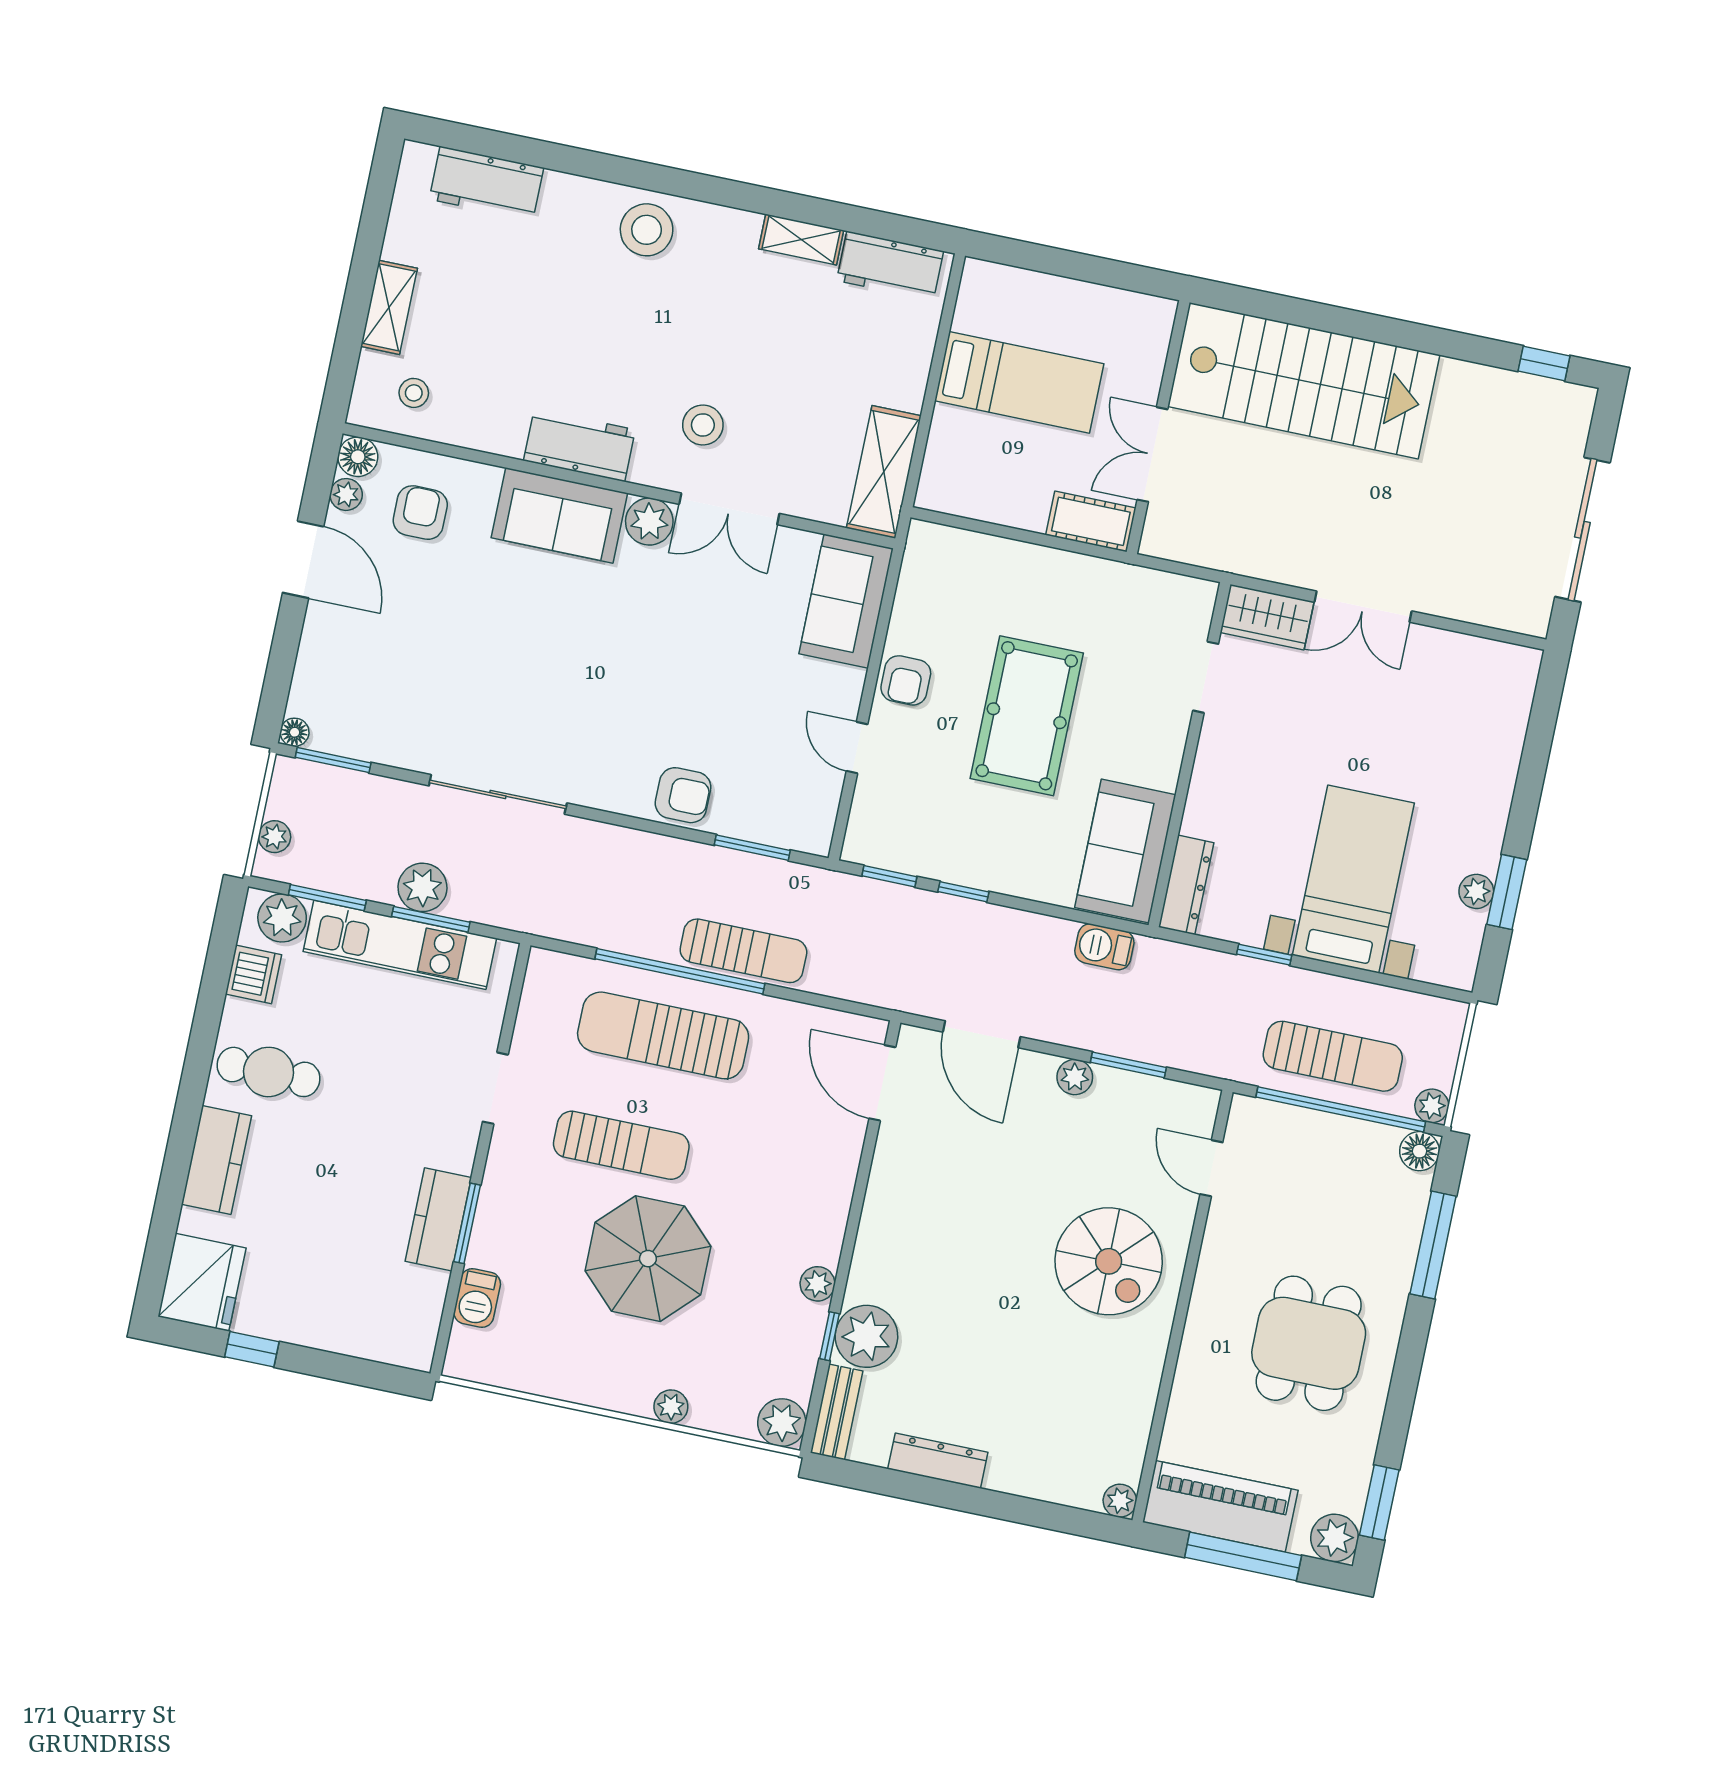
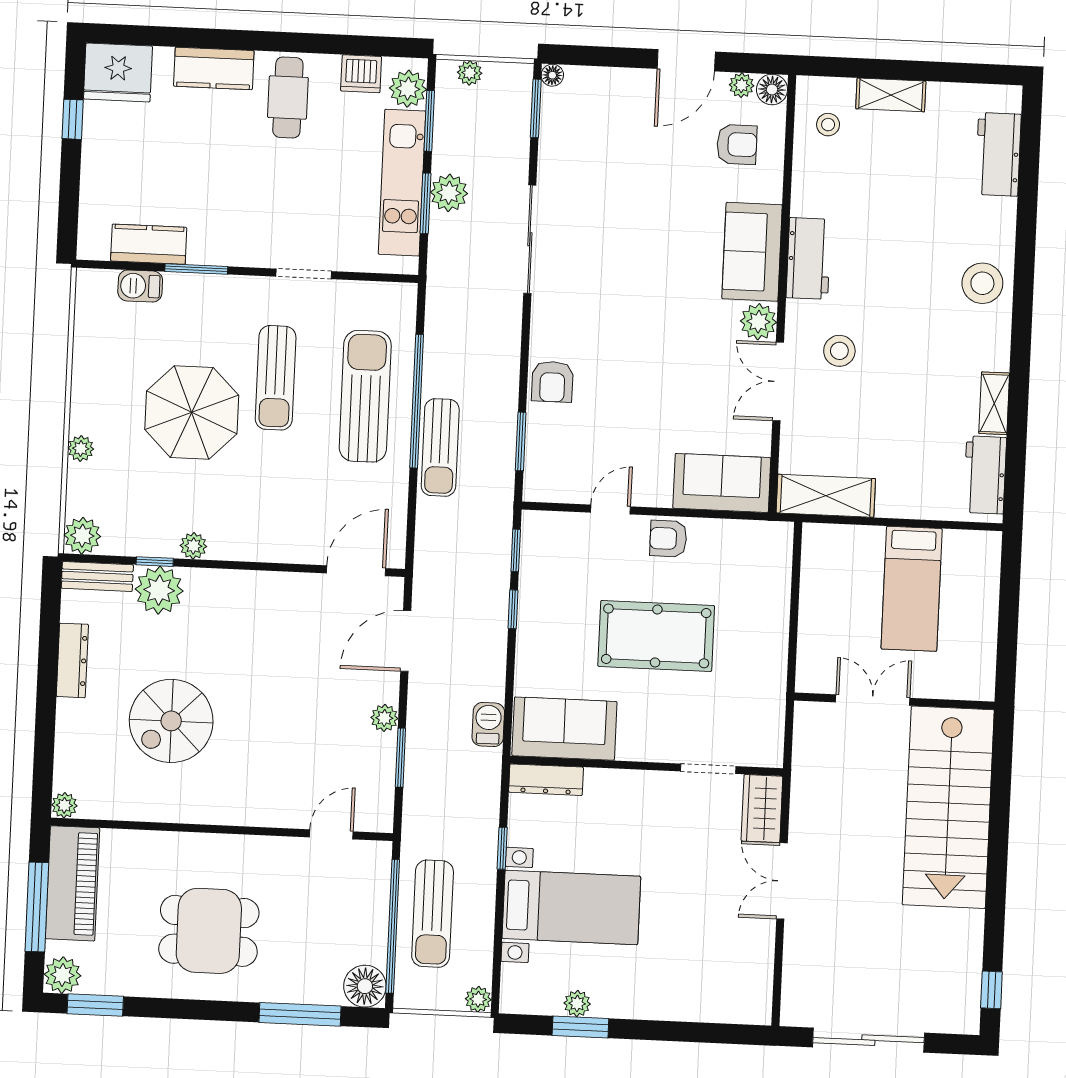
cot: (1091, 521) -> (814, 661), removed
plant: (1432, 1106) -> (478, 999), moved
floor lamp: (1419, 1151) -> (365, 986), width x1.38, depth x1.38
kitchen counter: (438, 1219) -> (149, 244), moved
spiral stairs: (1109, 1261) -> (171, 721), moved

